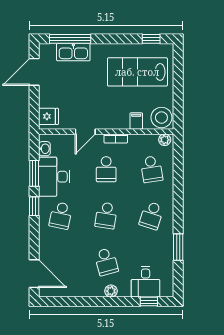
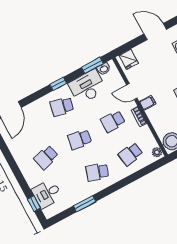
filing cabinet: (136, 121) -> (148, 103), moved
window: (34, 173) -> (92, 65), moved
plant: (111, 291) -> (27, 172), removed

